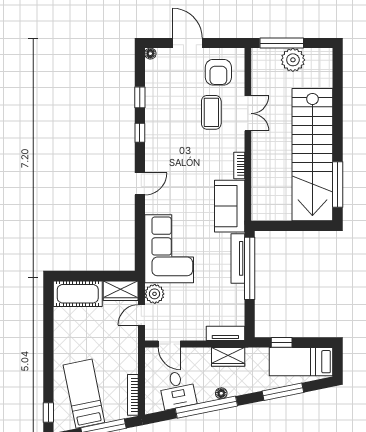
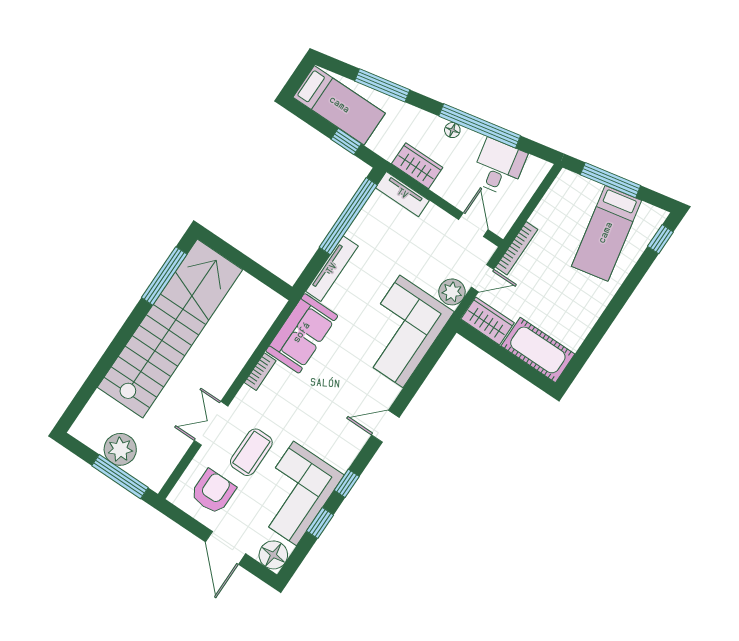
floor lamp: (150, 54) -> (273, 555), width x1.89, depth x1.89
corner sofa: (167, 105) -> (295, 493), added
window: (250, 268) -> (348, 216), moved
bookcase: (133, 395) -> (517, 248), moved

